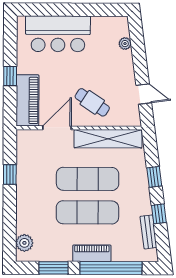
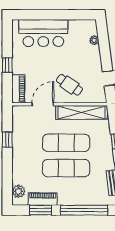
piano: (27, 100) -> (18, 89), width x0.73, depth x0.75
piano: (92, 253) -> (43, 199), moved

